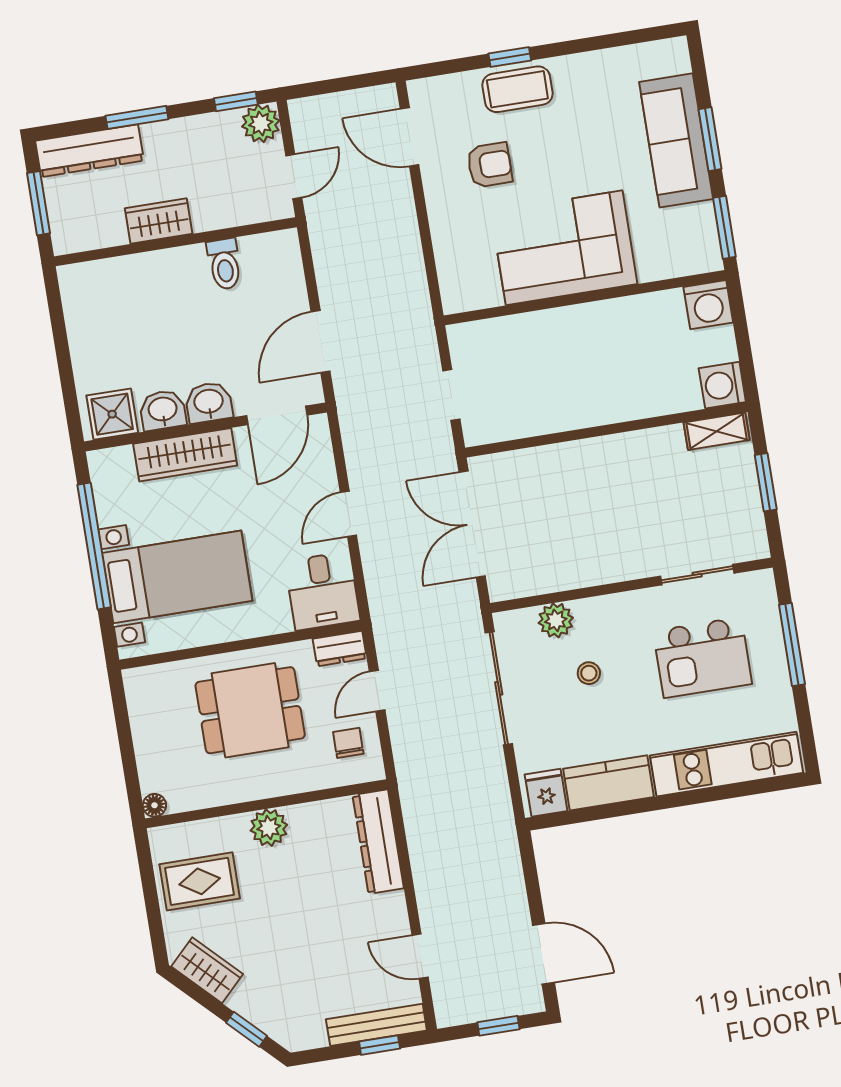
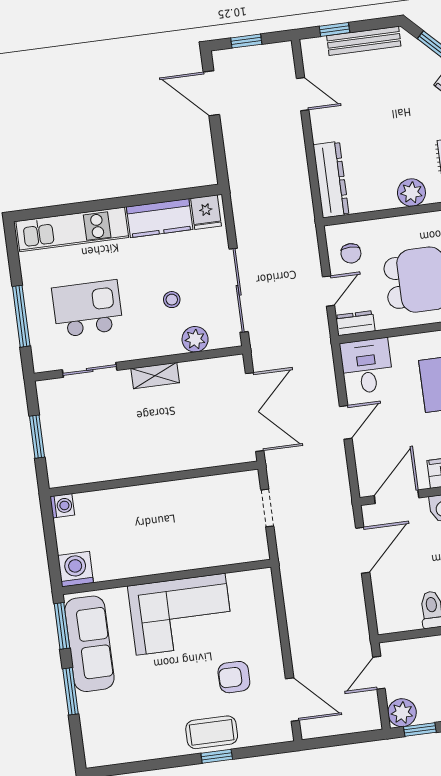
sofa: (676, 140) -> (89, 644), moved
washing machine: (722, 385) -> (62, 506), width x0.73, depth x0.73
shelving: (717, 431) -> (155, 376), moved
bench: (376, 1025) -> (364, 41), moved

